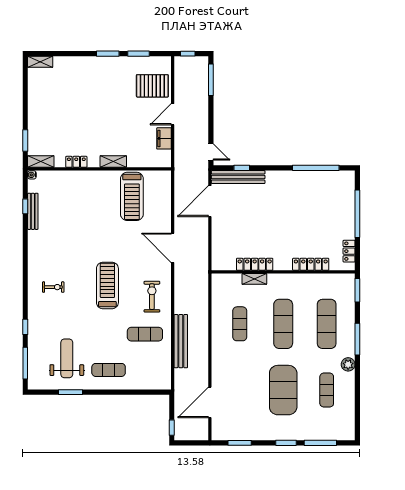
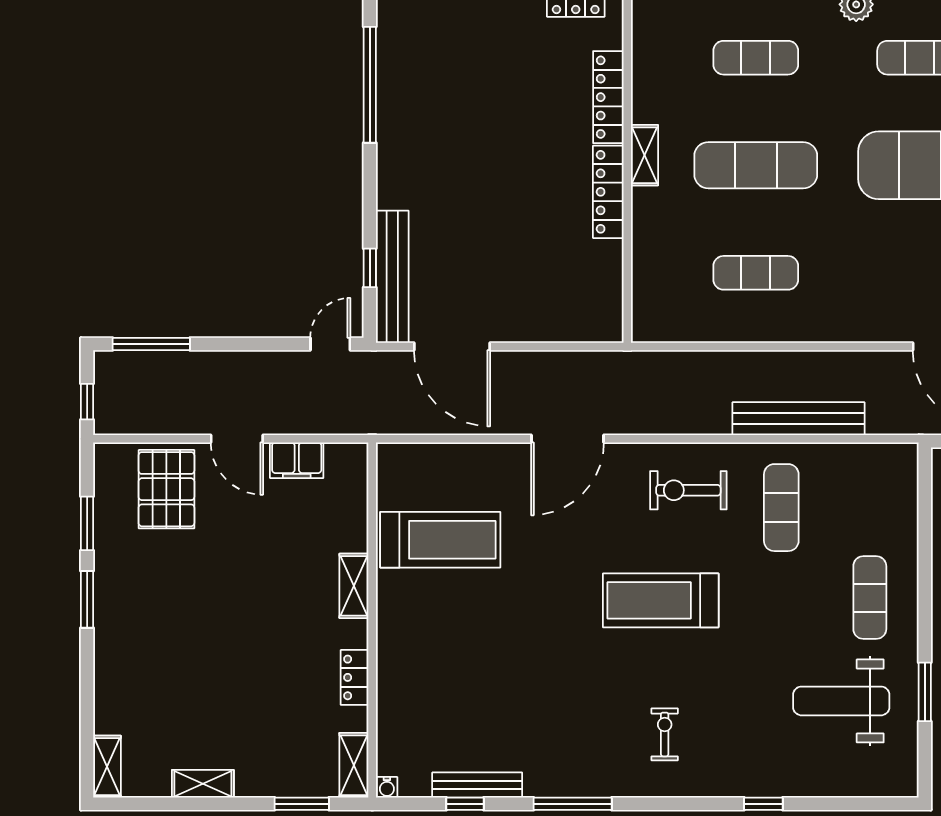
shelving: (33, 101) -> (203, 784), added
locker: (255, 264) -> (608, 192), moved
shelving: (254, 279) -> (644, 155), moved
exercise mat: (327, 324) -> (756, 58), width x0.73, depth x0.69
window: (25, 363) -> (573, 804), moved

